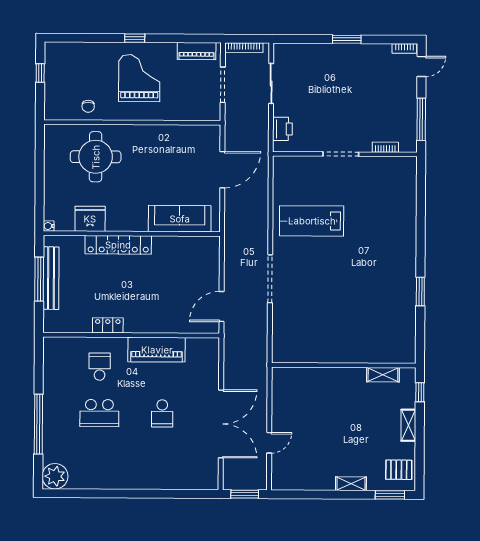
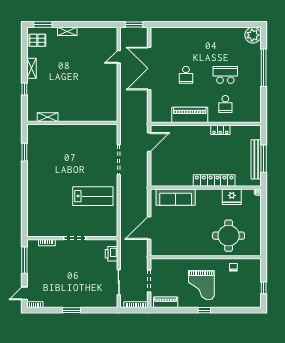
wall: (344, 365) -> (72, 123), moved
shelving: (383, 375) -> (48, 117), moved
school desk: (162, 413) -> (186, 75), turned 180

